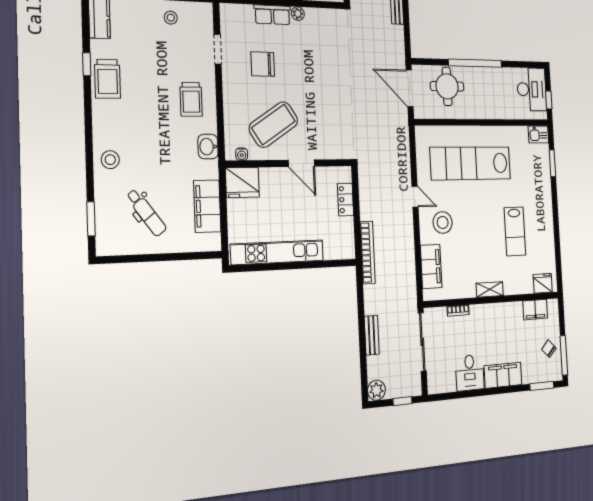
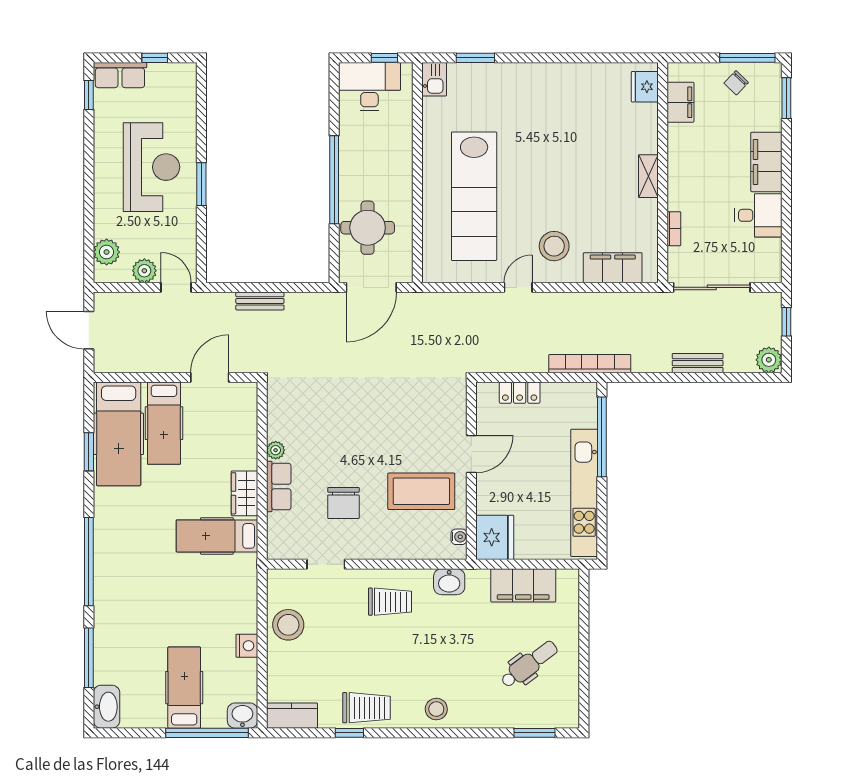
stool: (171, 18) -> (288, 625), width x1.89, depth x1.89
coffee table: (273, 125) -> (421, 491), turned -57
stool: (110, 160) -> (436, 709), moved
lab bench: (515, 231) -> (570, 129), removed
window: (318, 264) -> (602, 437), added

